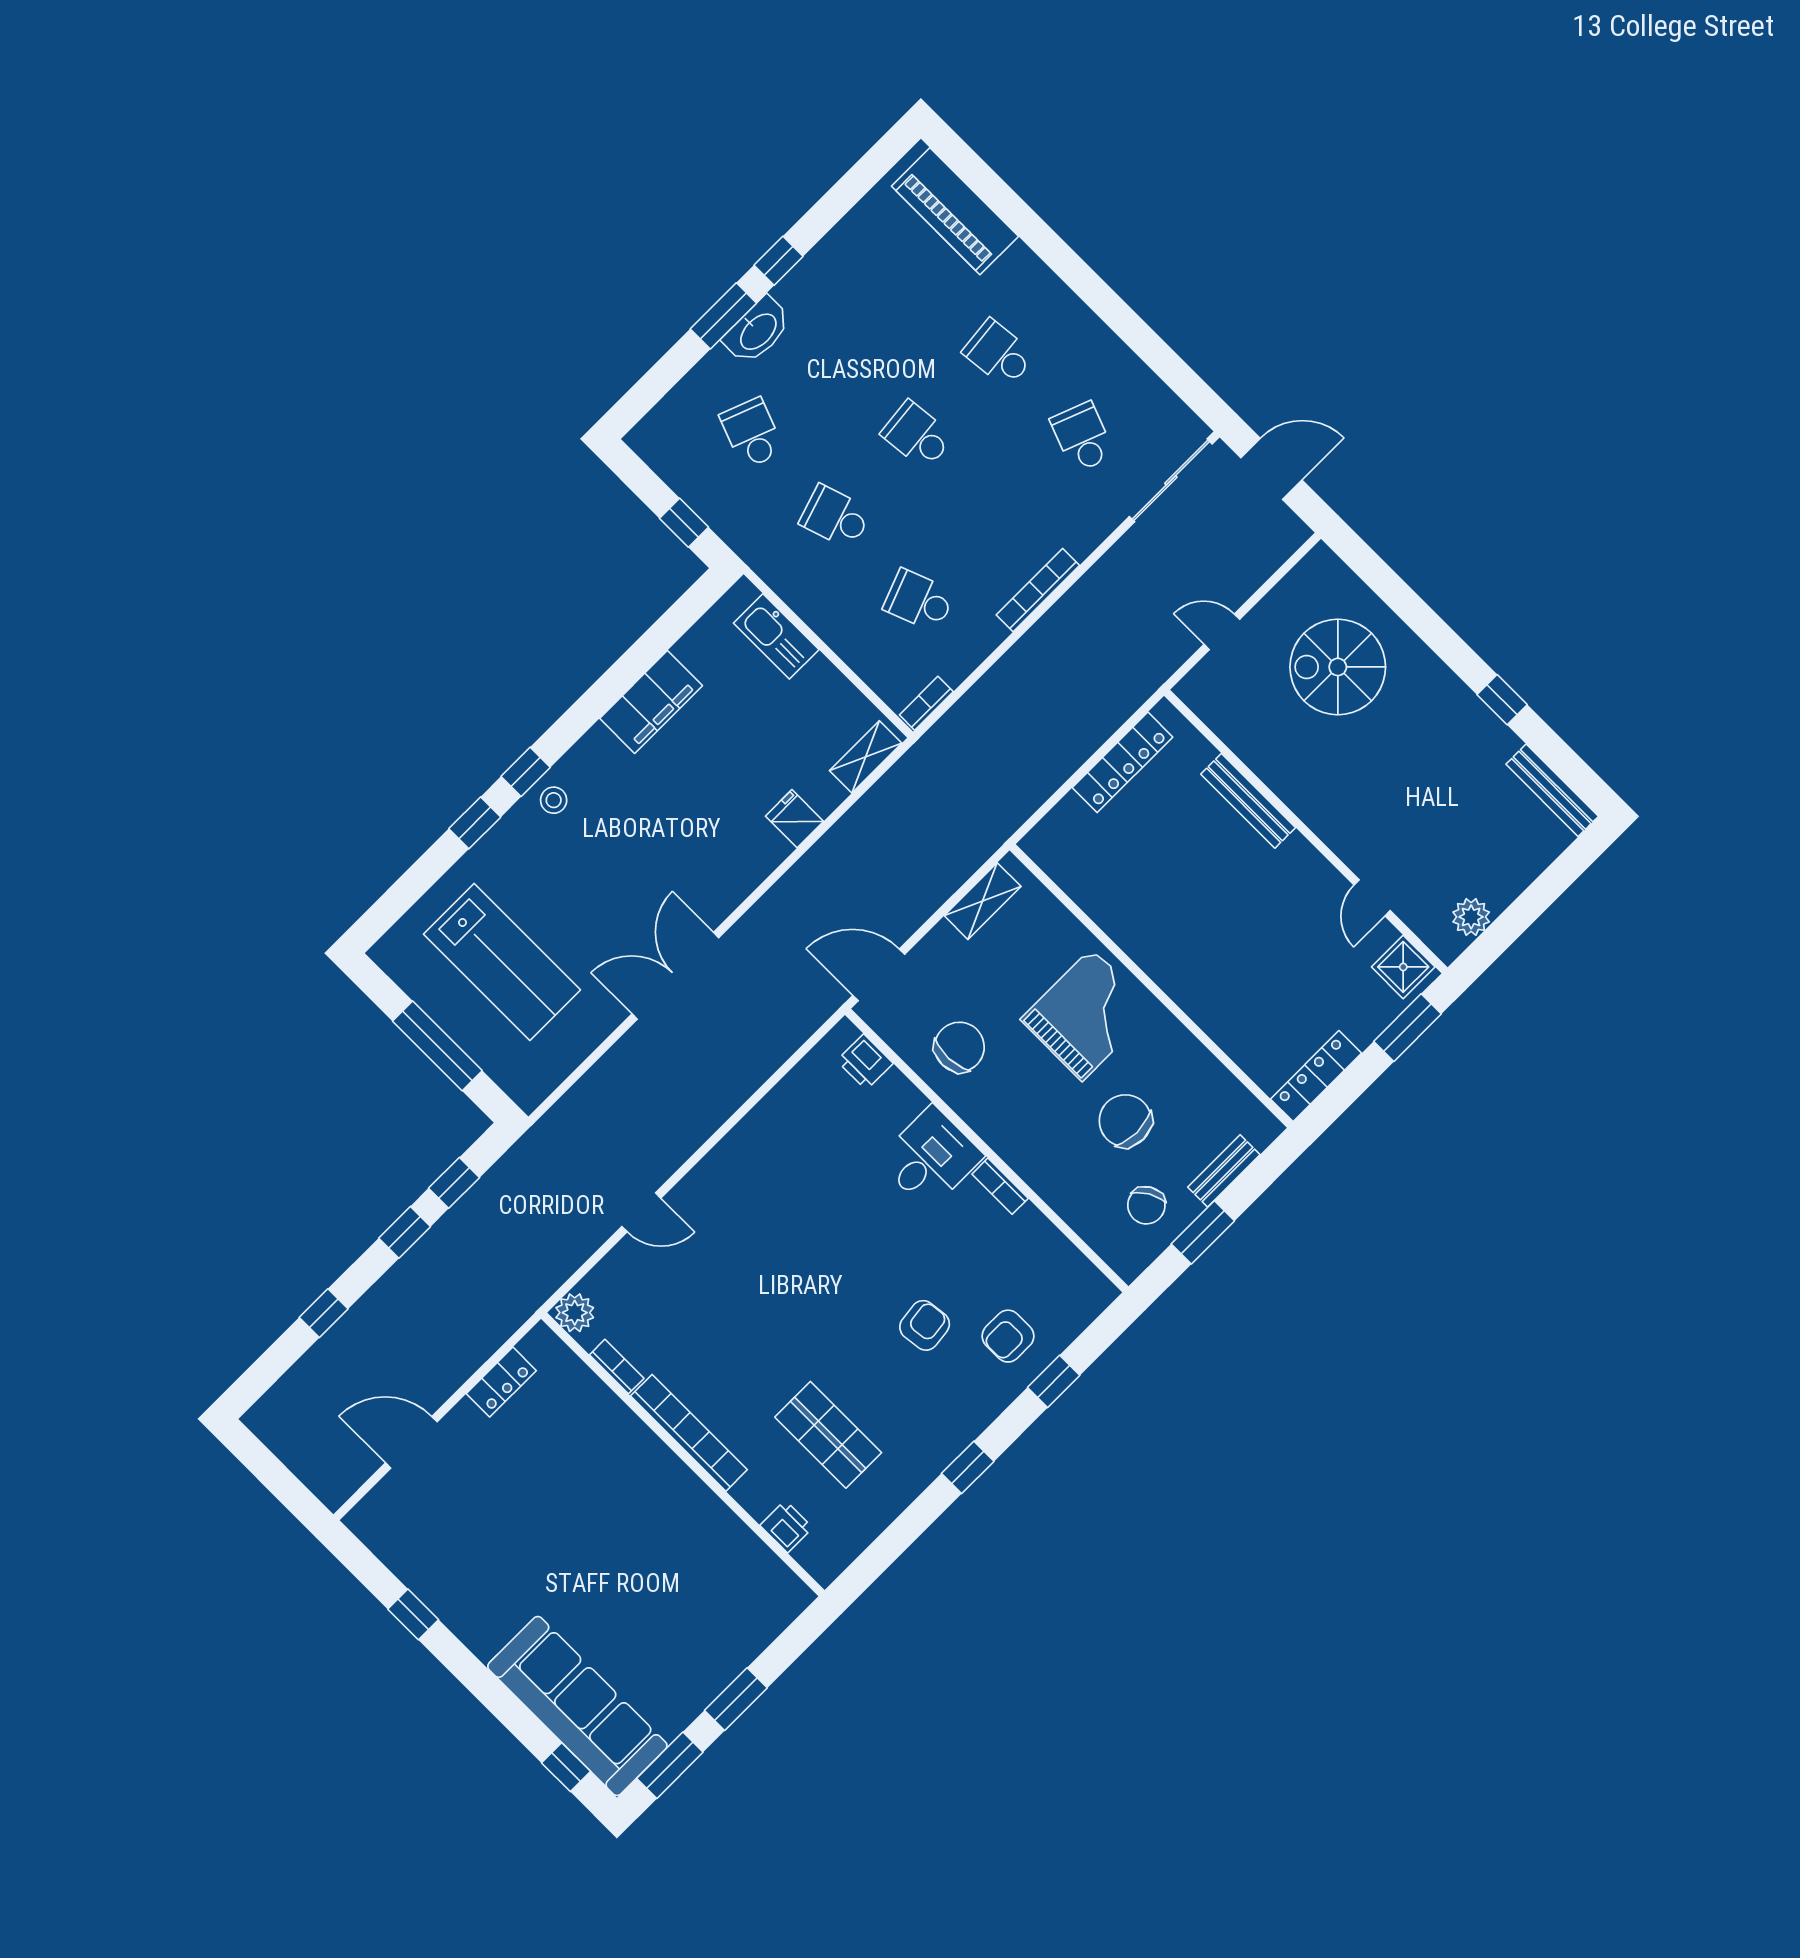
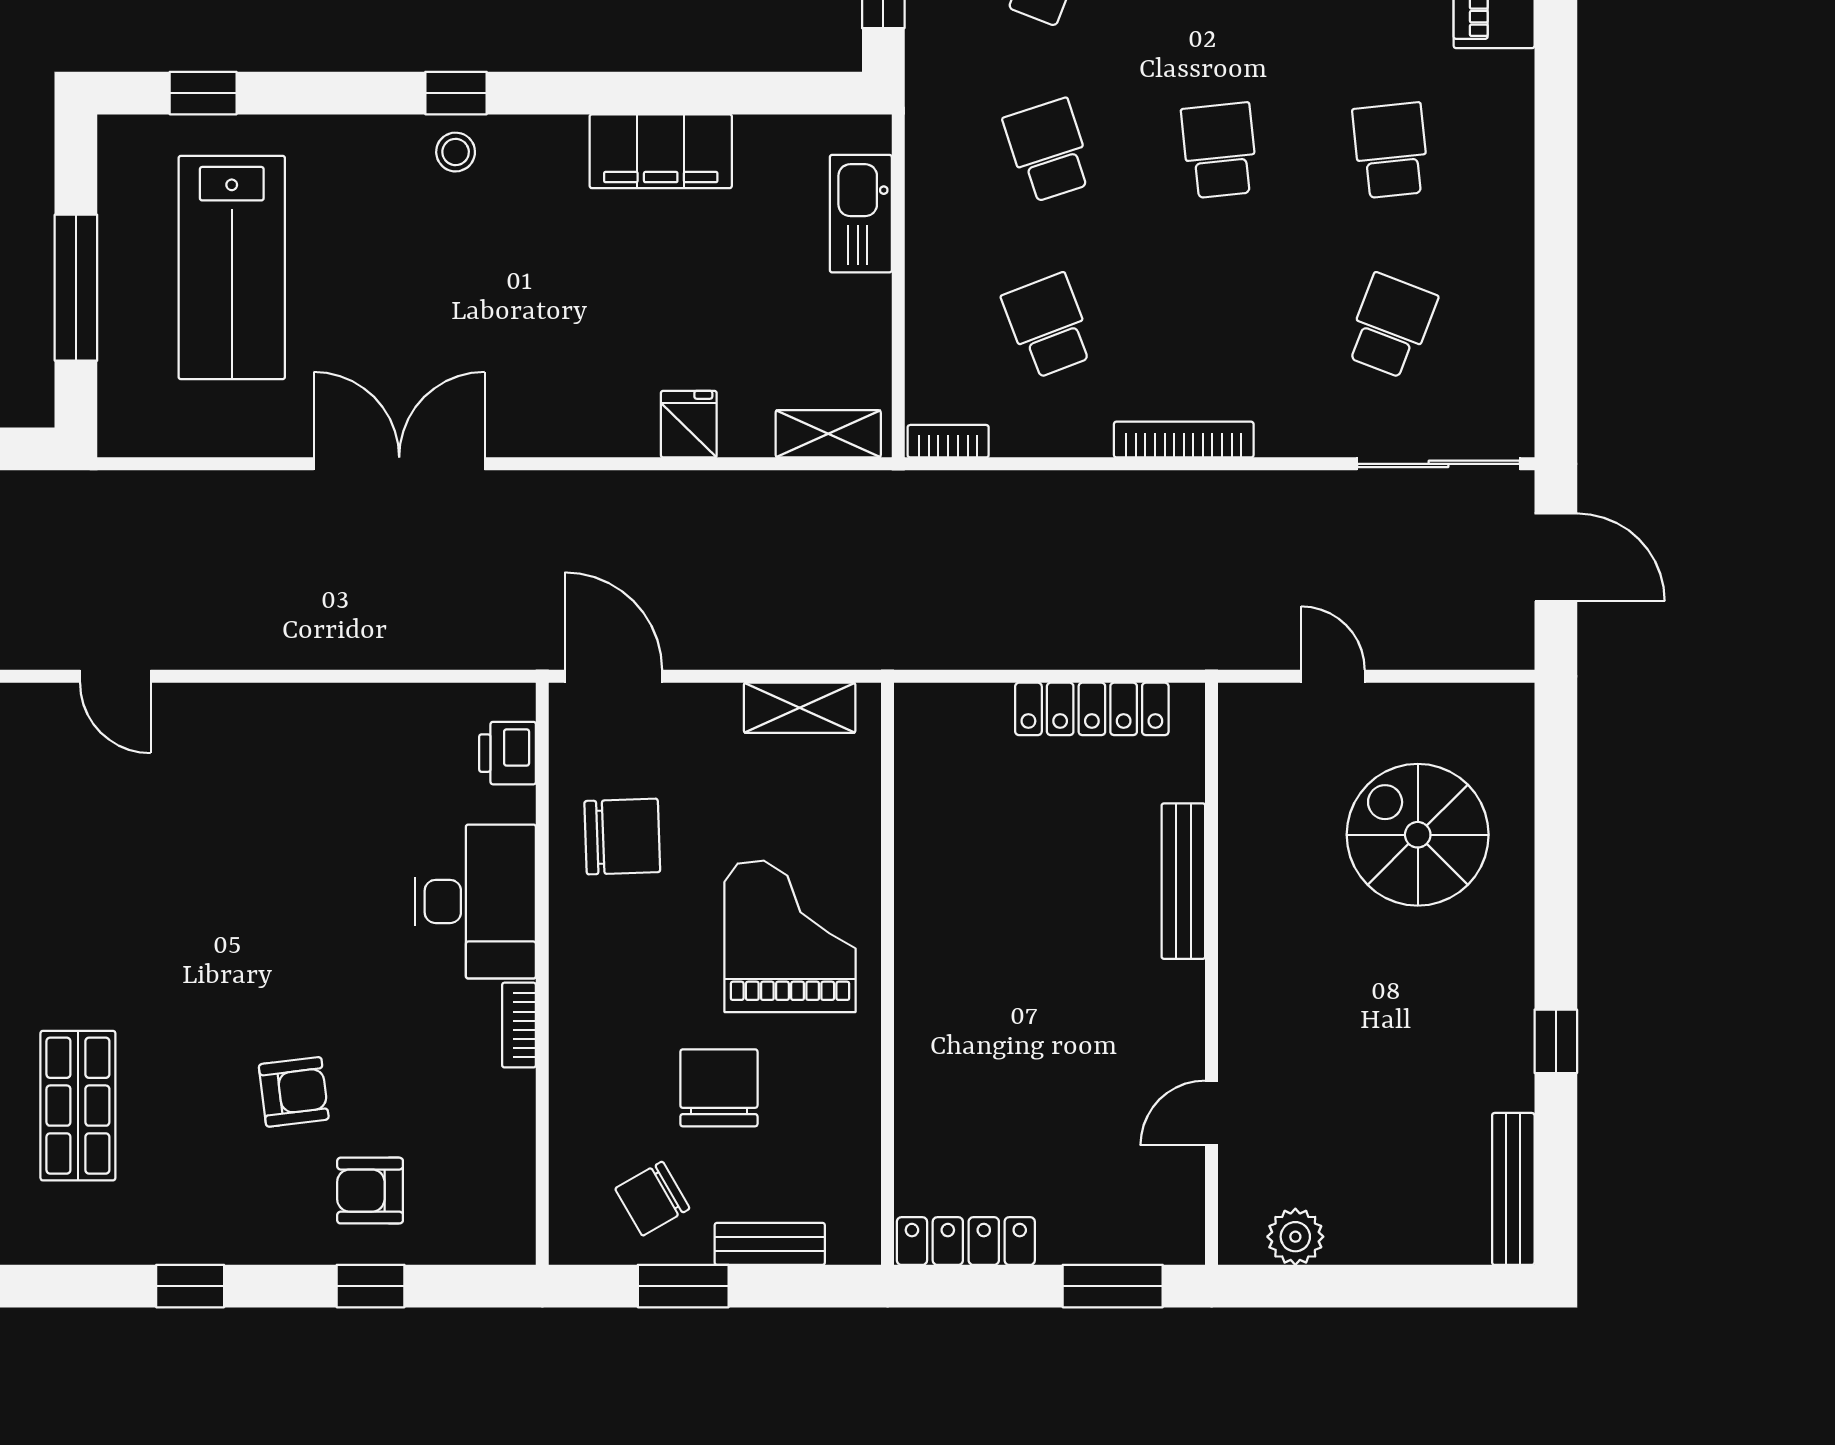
window: (475, 823) -> (203, 93), moved
shower: (1403, 967) -> (1172, 1218), removed
grand piano: (1087, 1015) -> (790, 936), turned -90
desk: (930, 1158) -> (475, 901), width x1.37

